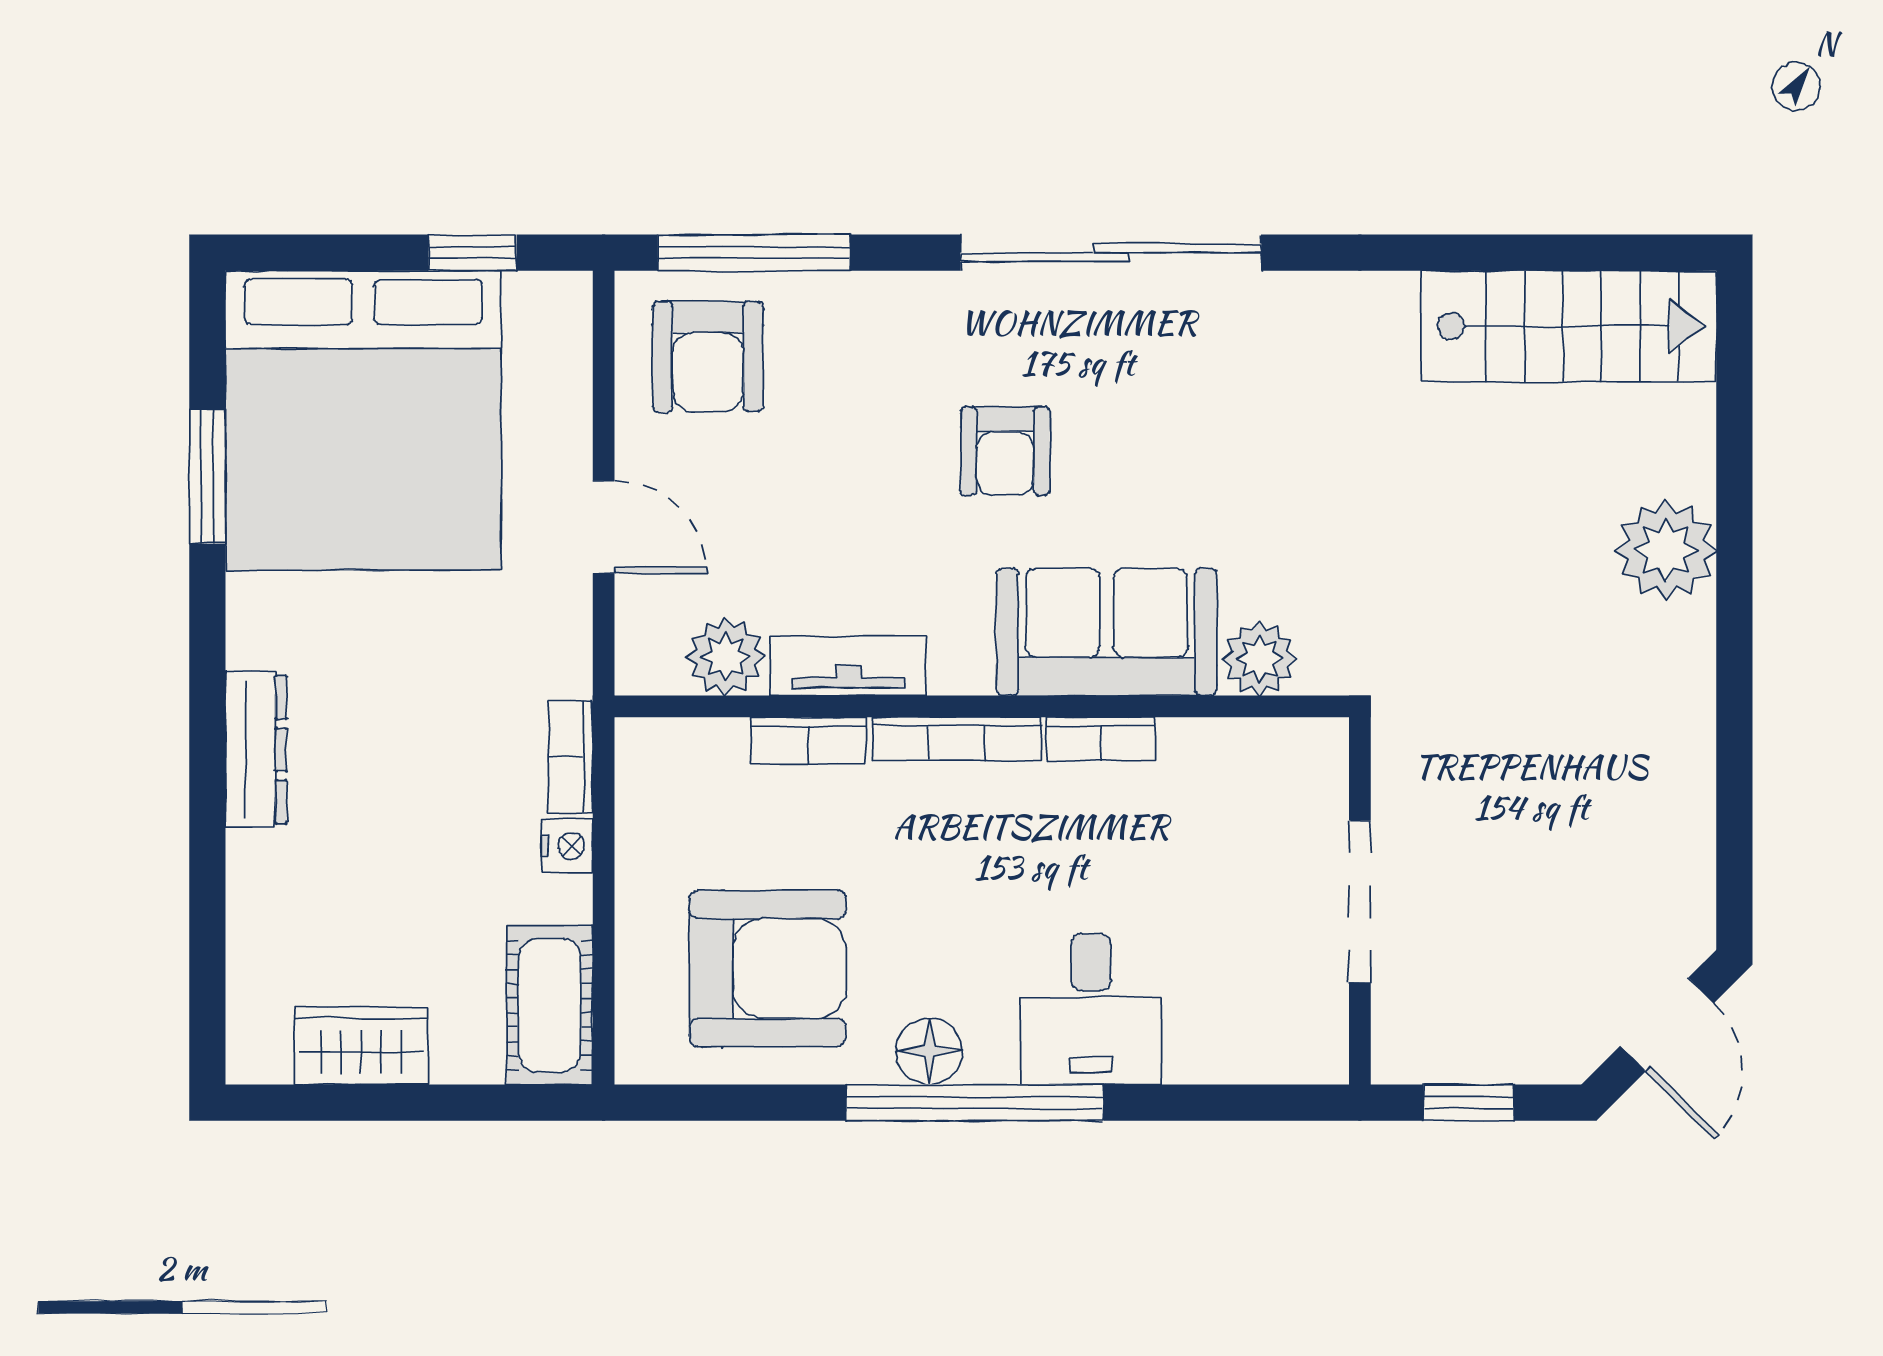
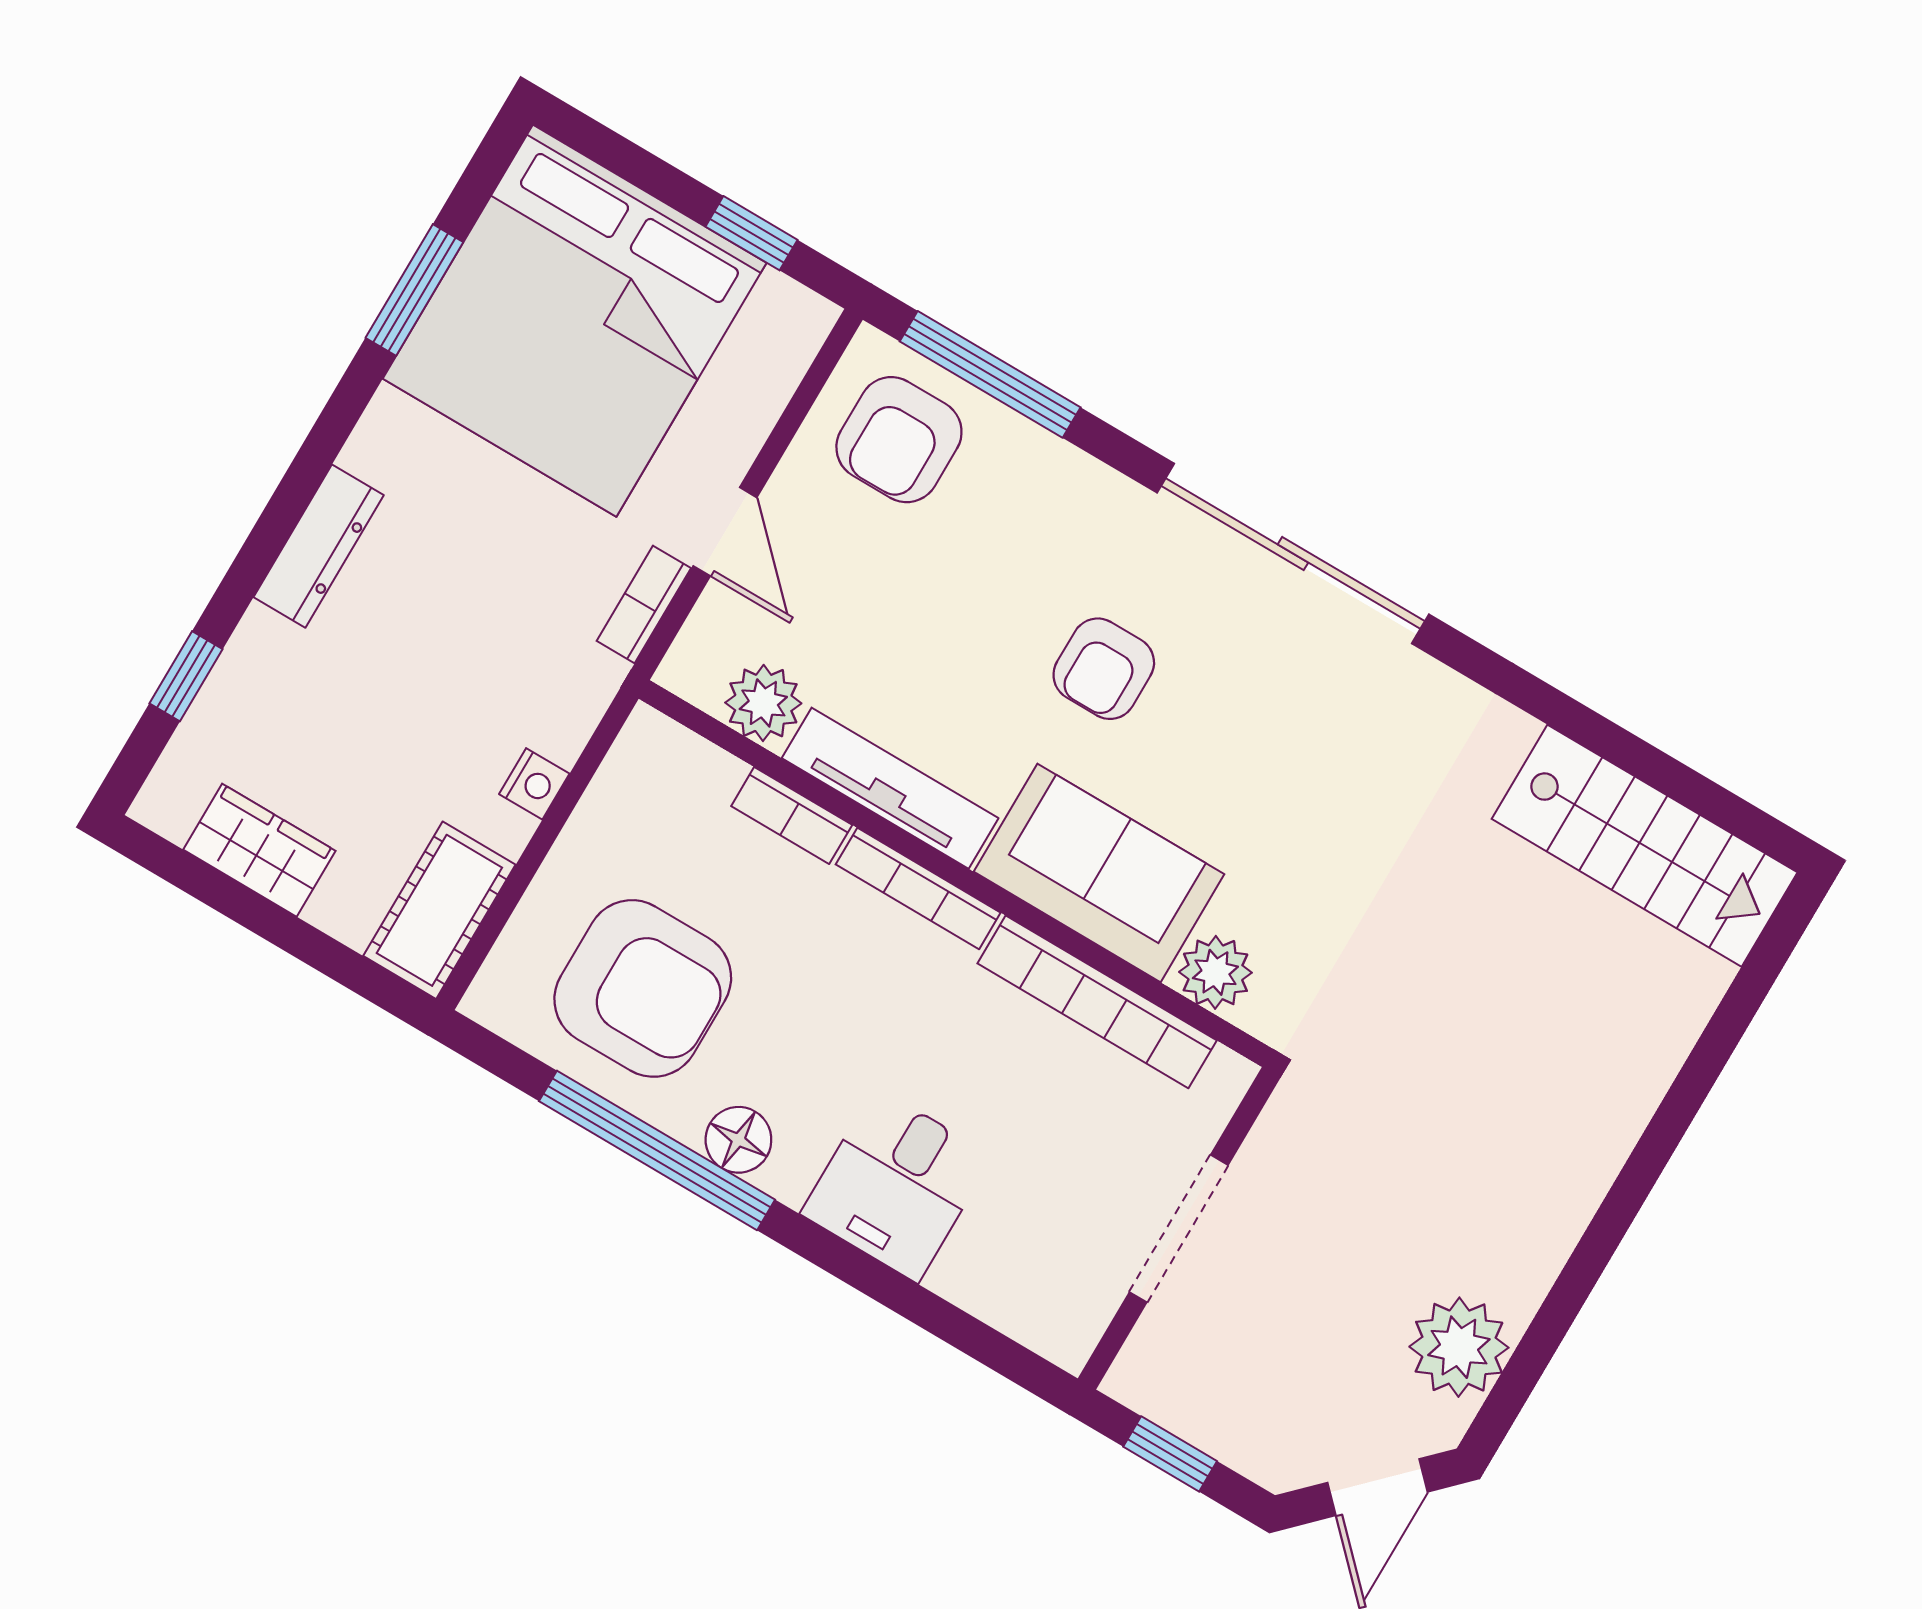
plant: (1666, 550) -> (1459, 1347), moved
tv unit: (848, 666) -> (890, 788), width x1.41
bookcase: (1101, 739) -> (1097, 1002), width x2.31, depth x1.31
bookcase: (570, 757) -> (644, 605), moved
window: (207, 932) -> (186, 676), added
window: (975, 1103) -> (657, 1150), moved

